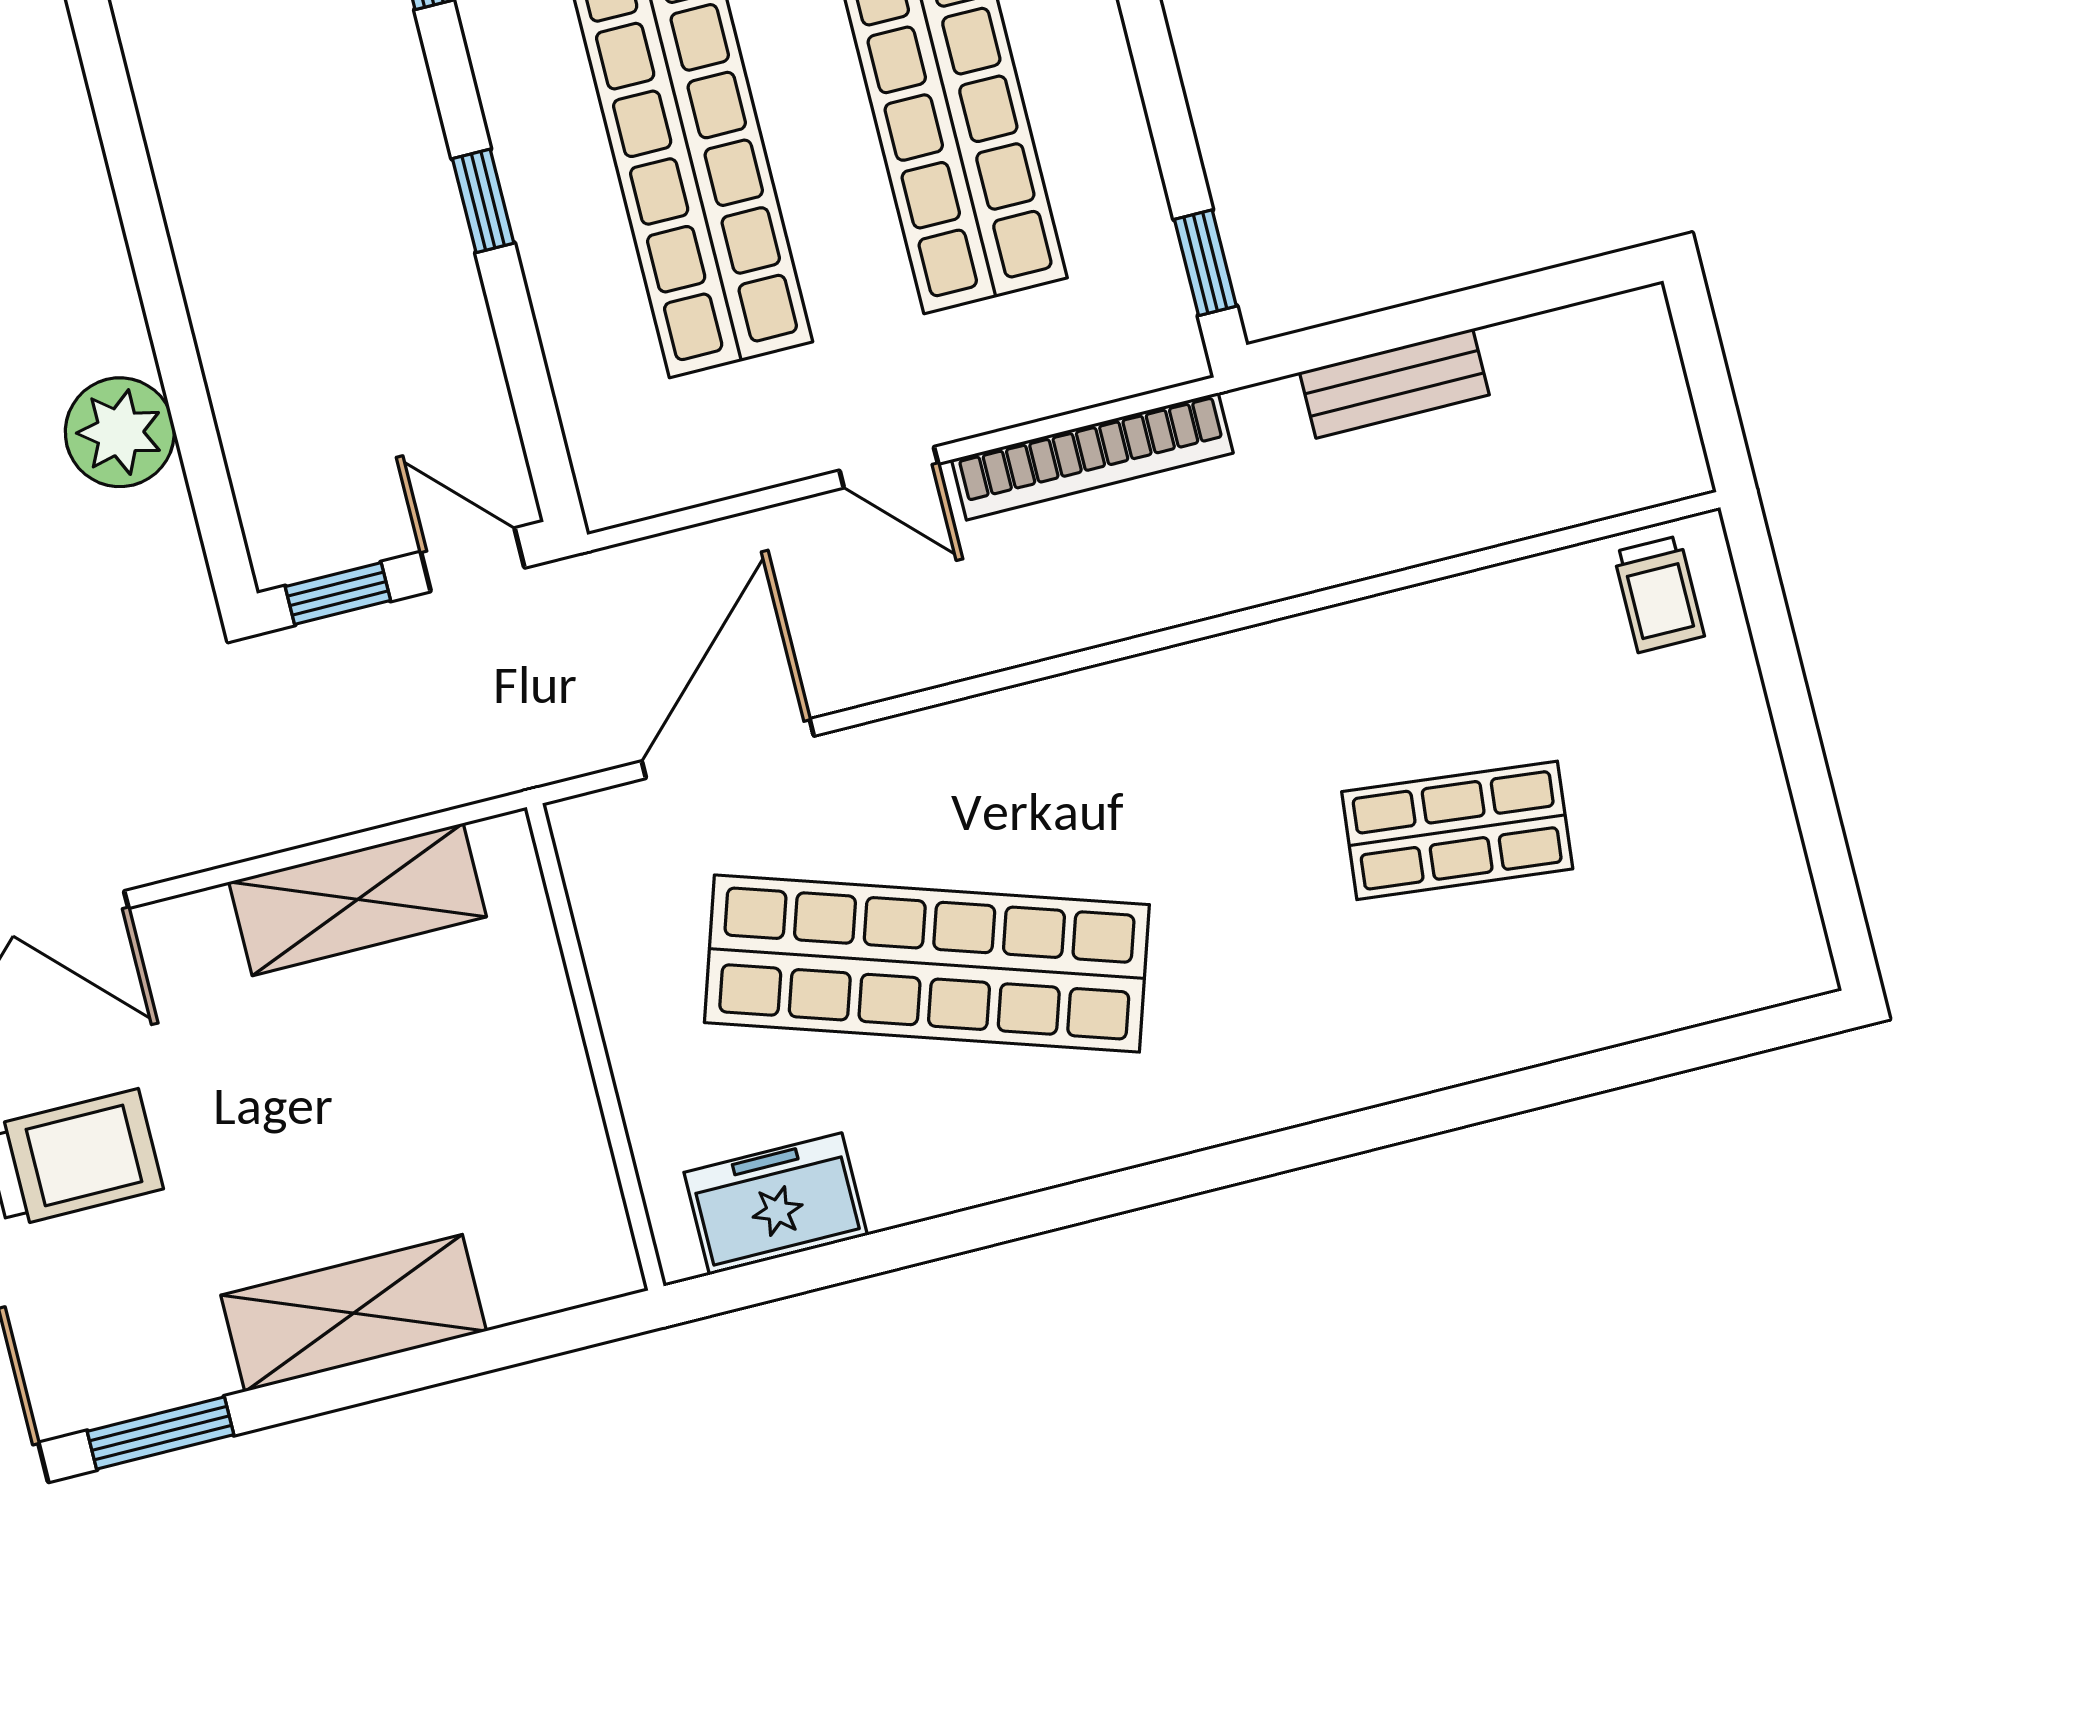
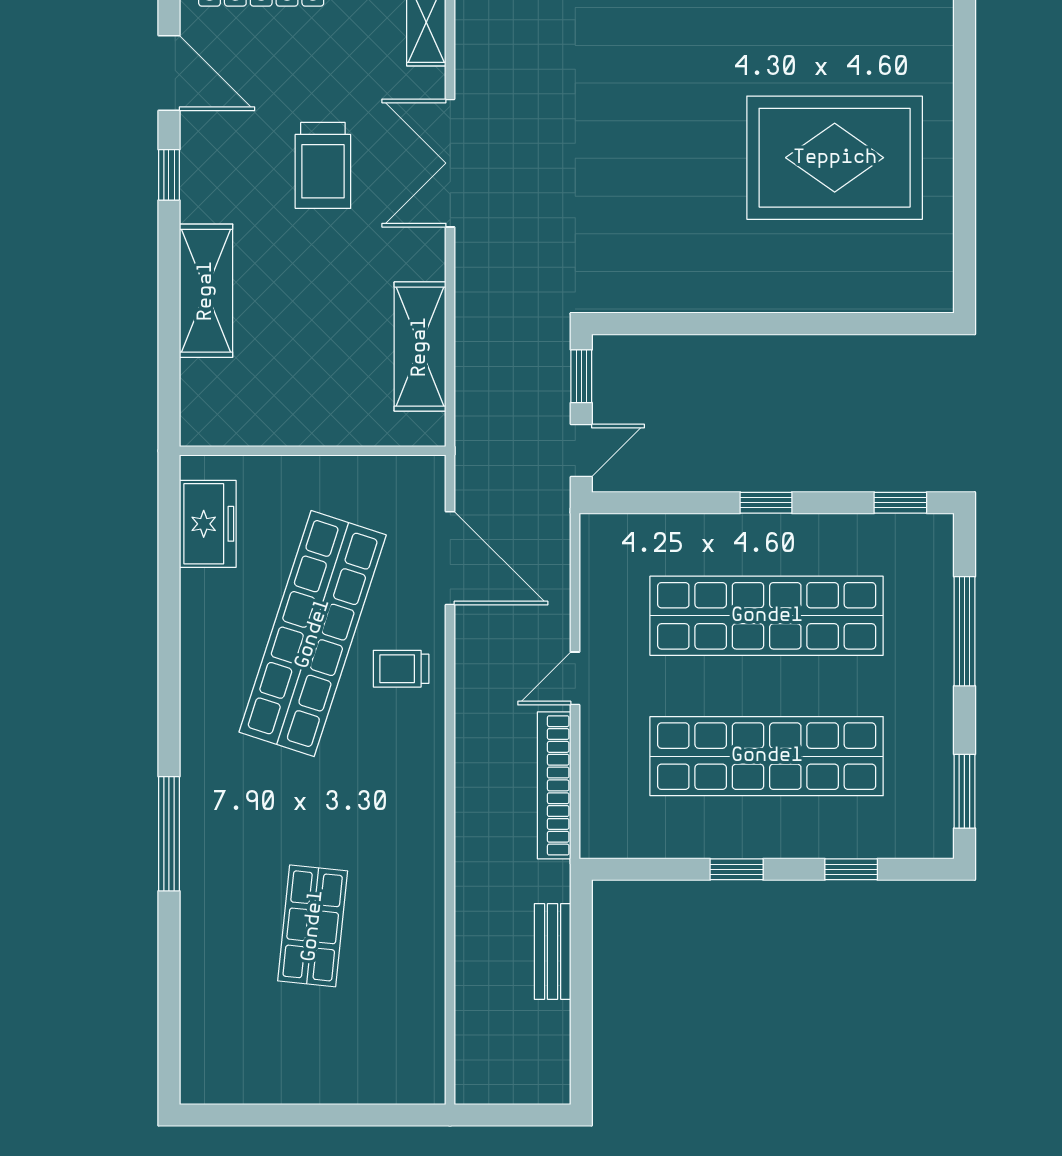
window: (1205, 263) -> (737, 869), moved
plant: (120, 432) -> (693, 284), removed
trolley: (1659, 594) -> (401, 669), moved
window: (1355, 1133) -> (169, 834), added
window: (160, 1433) -> (169, 175), width x0.67

